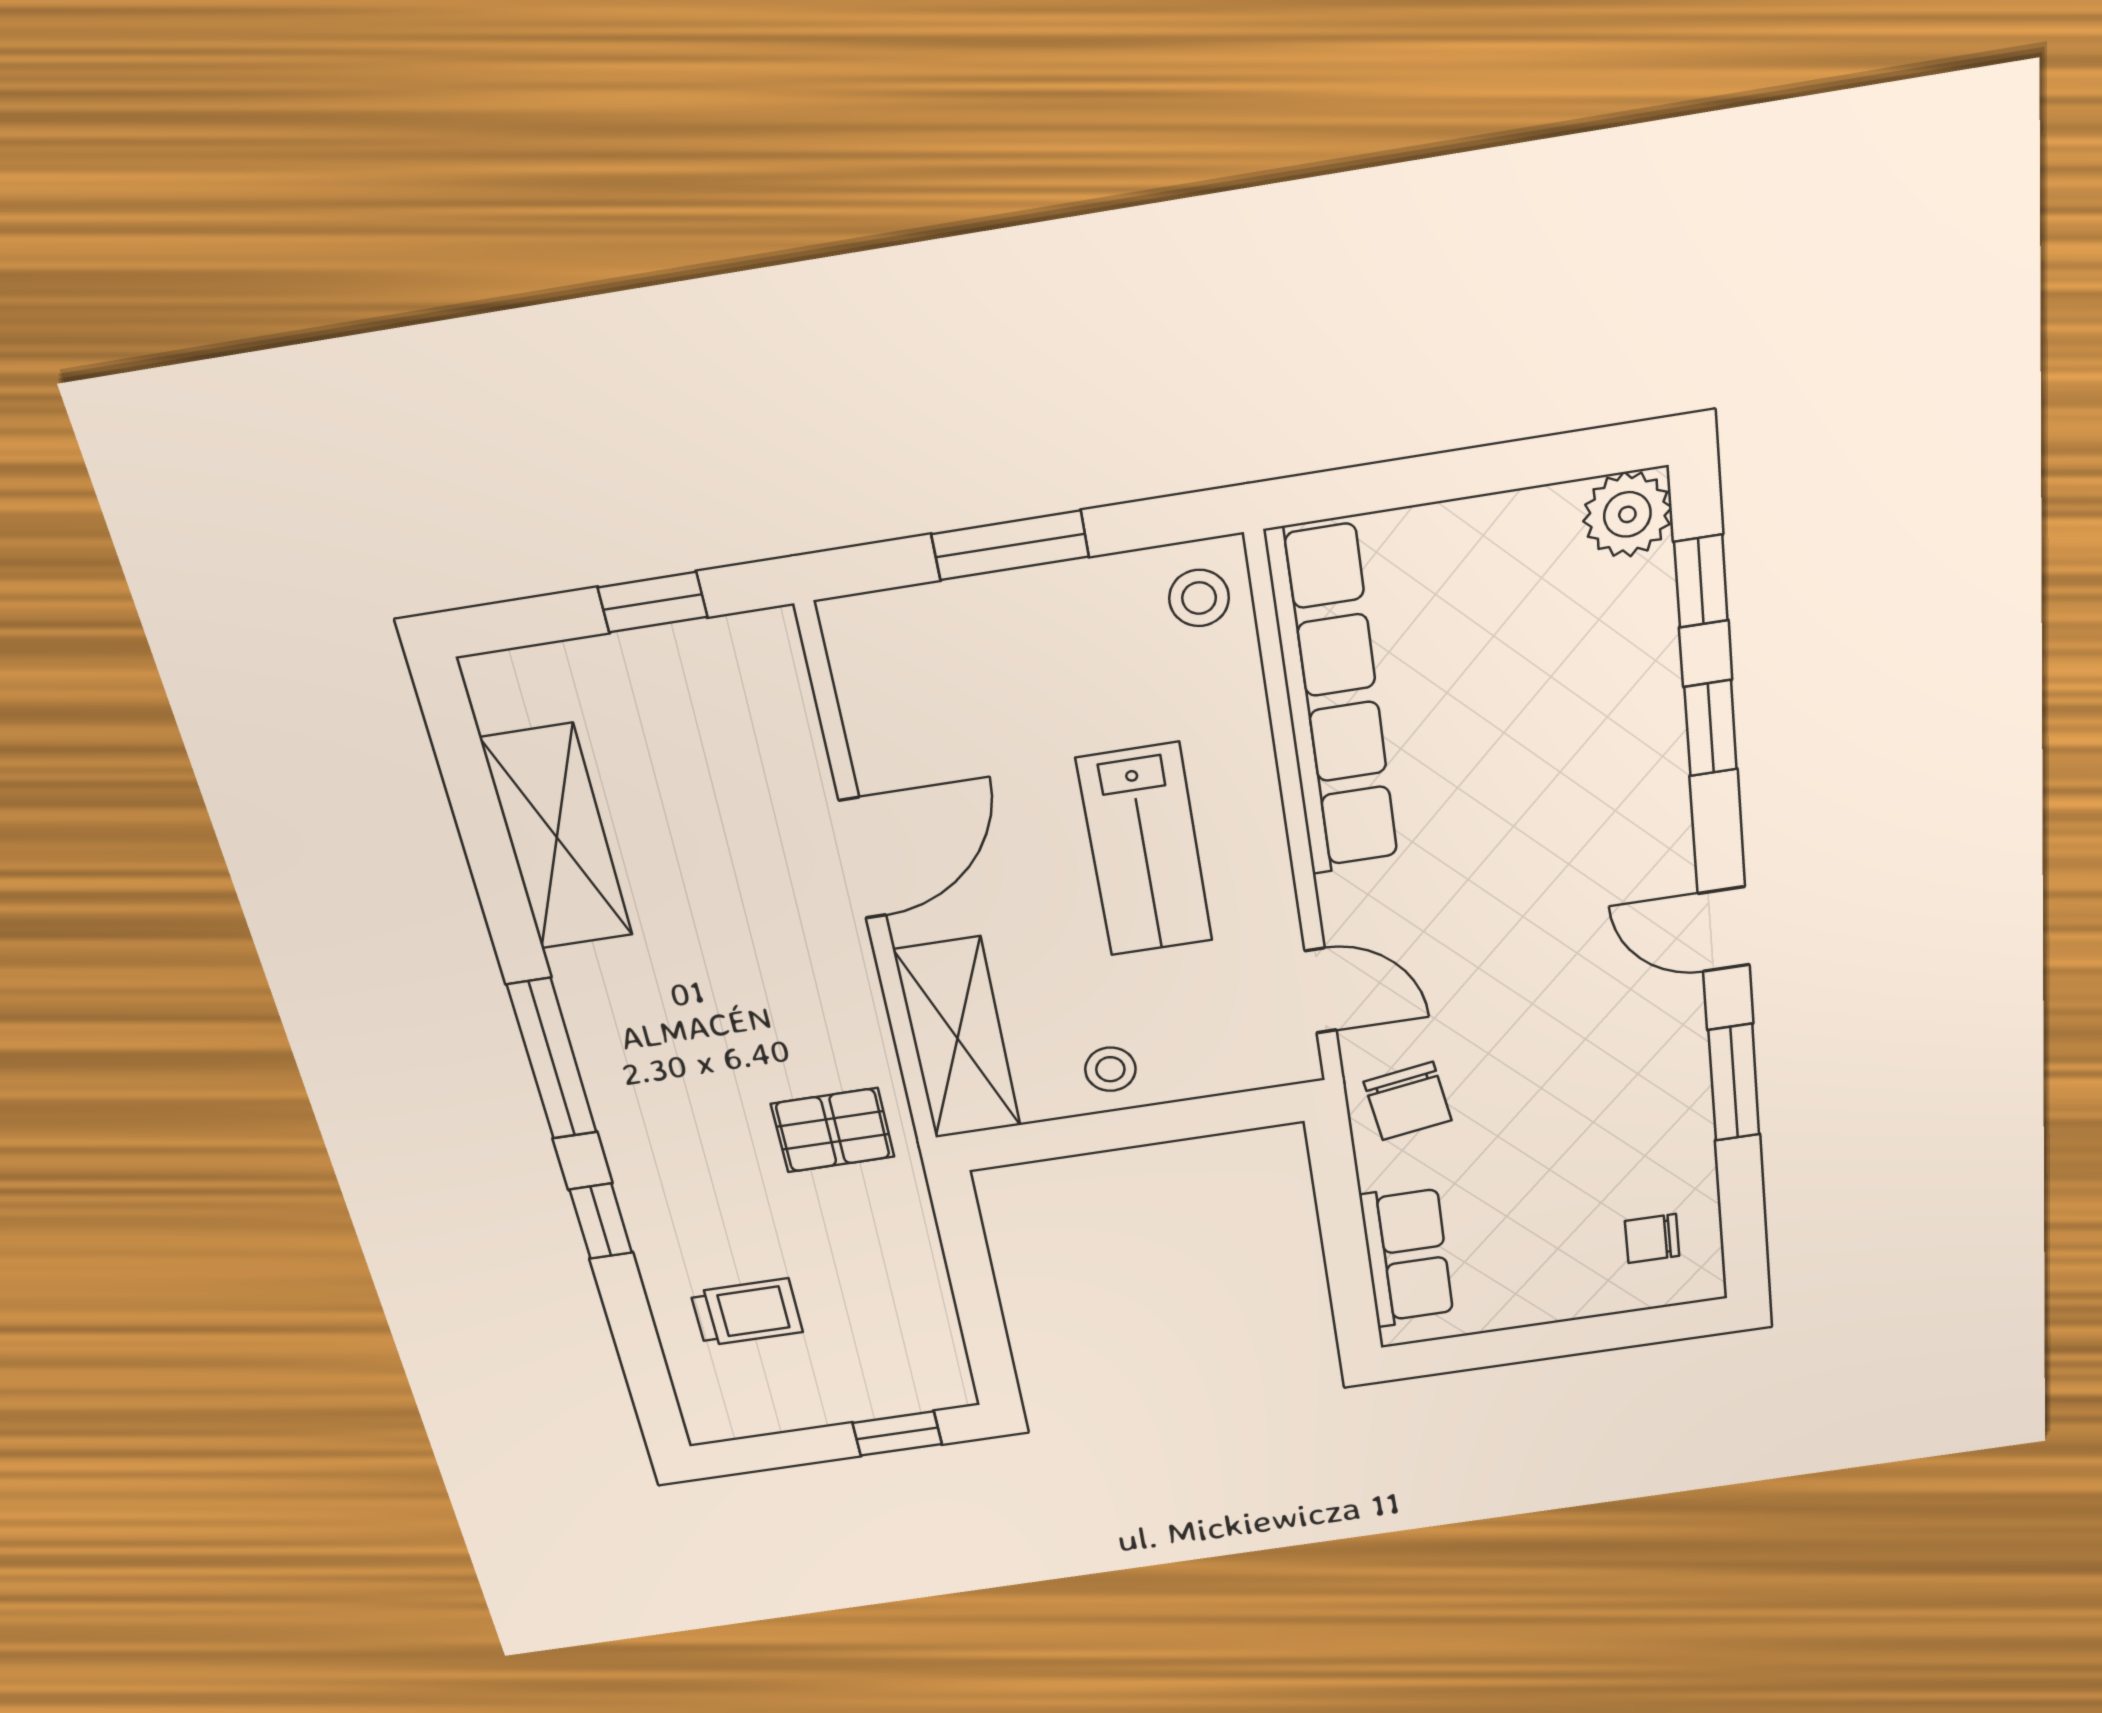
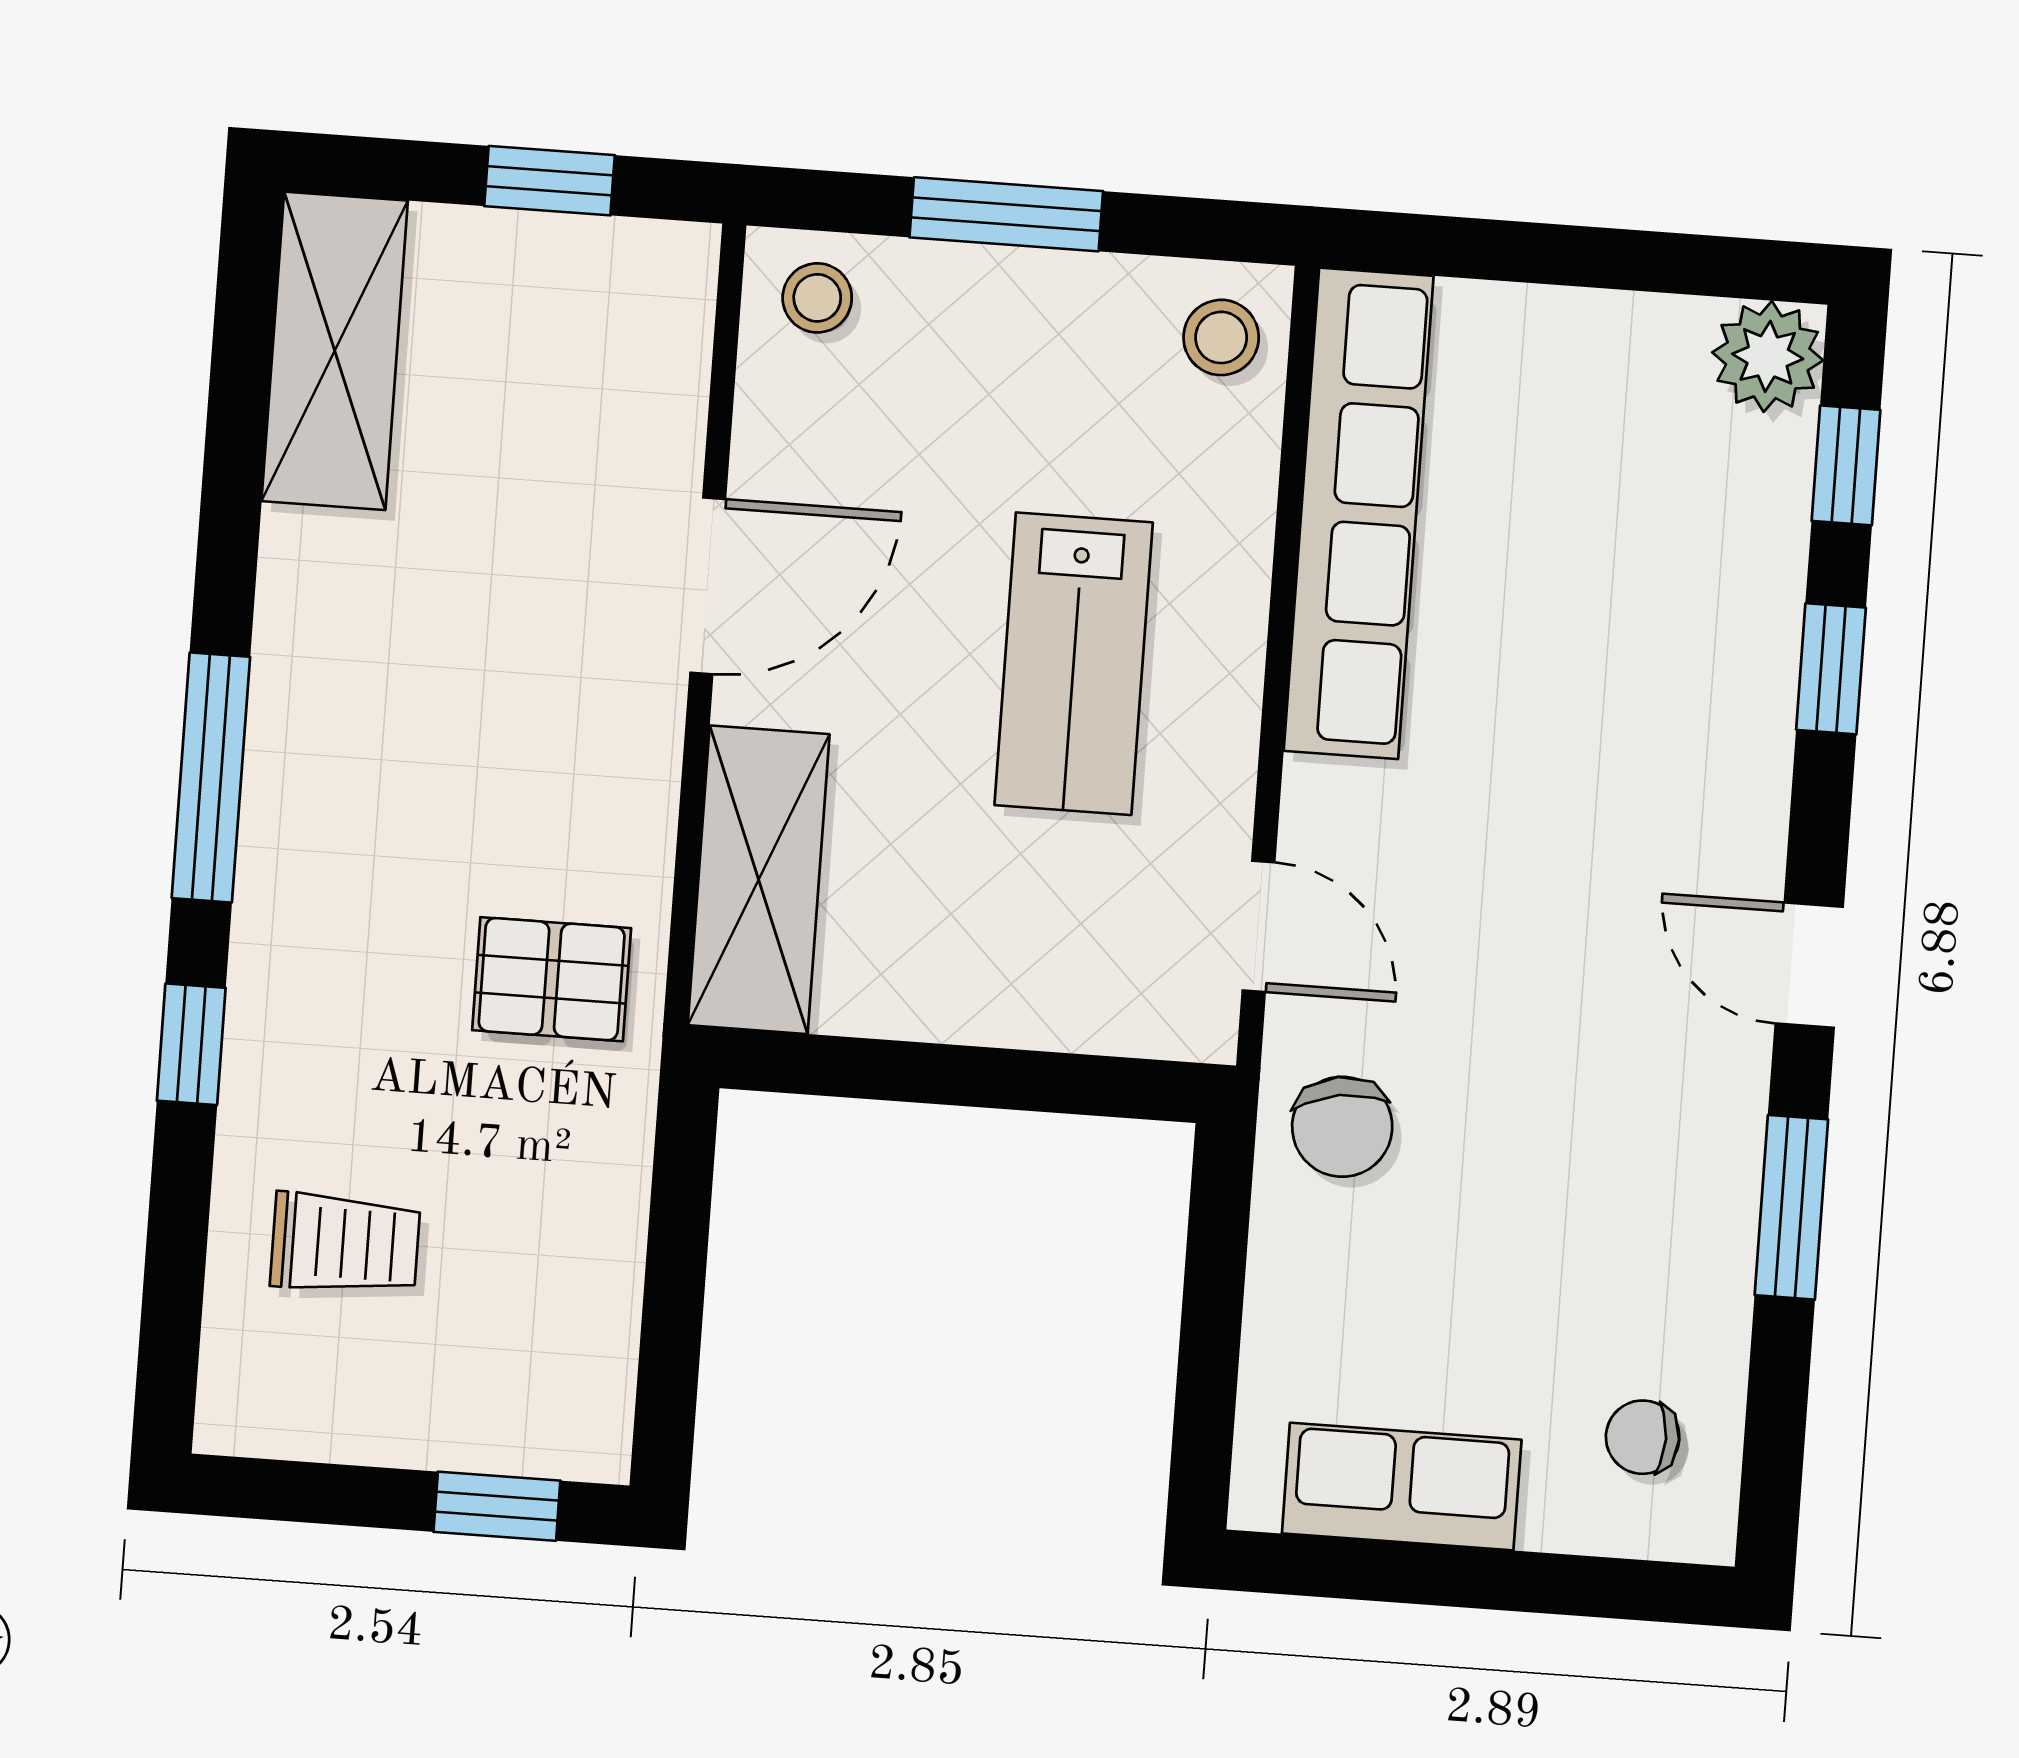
shelving: (557, 837) -> (335, 351), moved
stool: (1110, 1069) -> (817, 298), moved
row of seats: (1407, 1256) -> (1402, 1487), moved, turned -90

